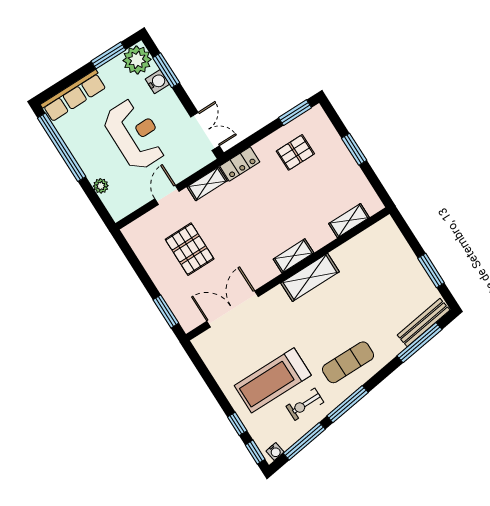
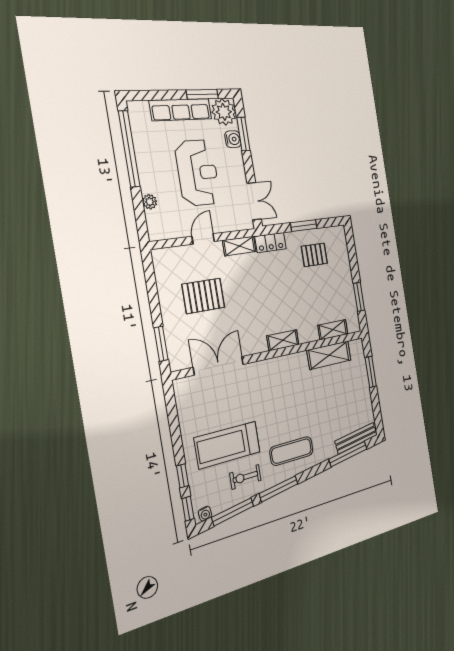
row of seats: (74, 96) -> (181, 110), moved
window: (295, 113) -> (304, 226), moved
window: (354, 149) -> (359, 297), moved
pallet: (190, 249) -> (203, 296), turned 90
window: (431, 271) -> (371, 372), moved
shelving: (310, 277) -> (329, 355), moved

